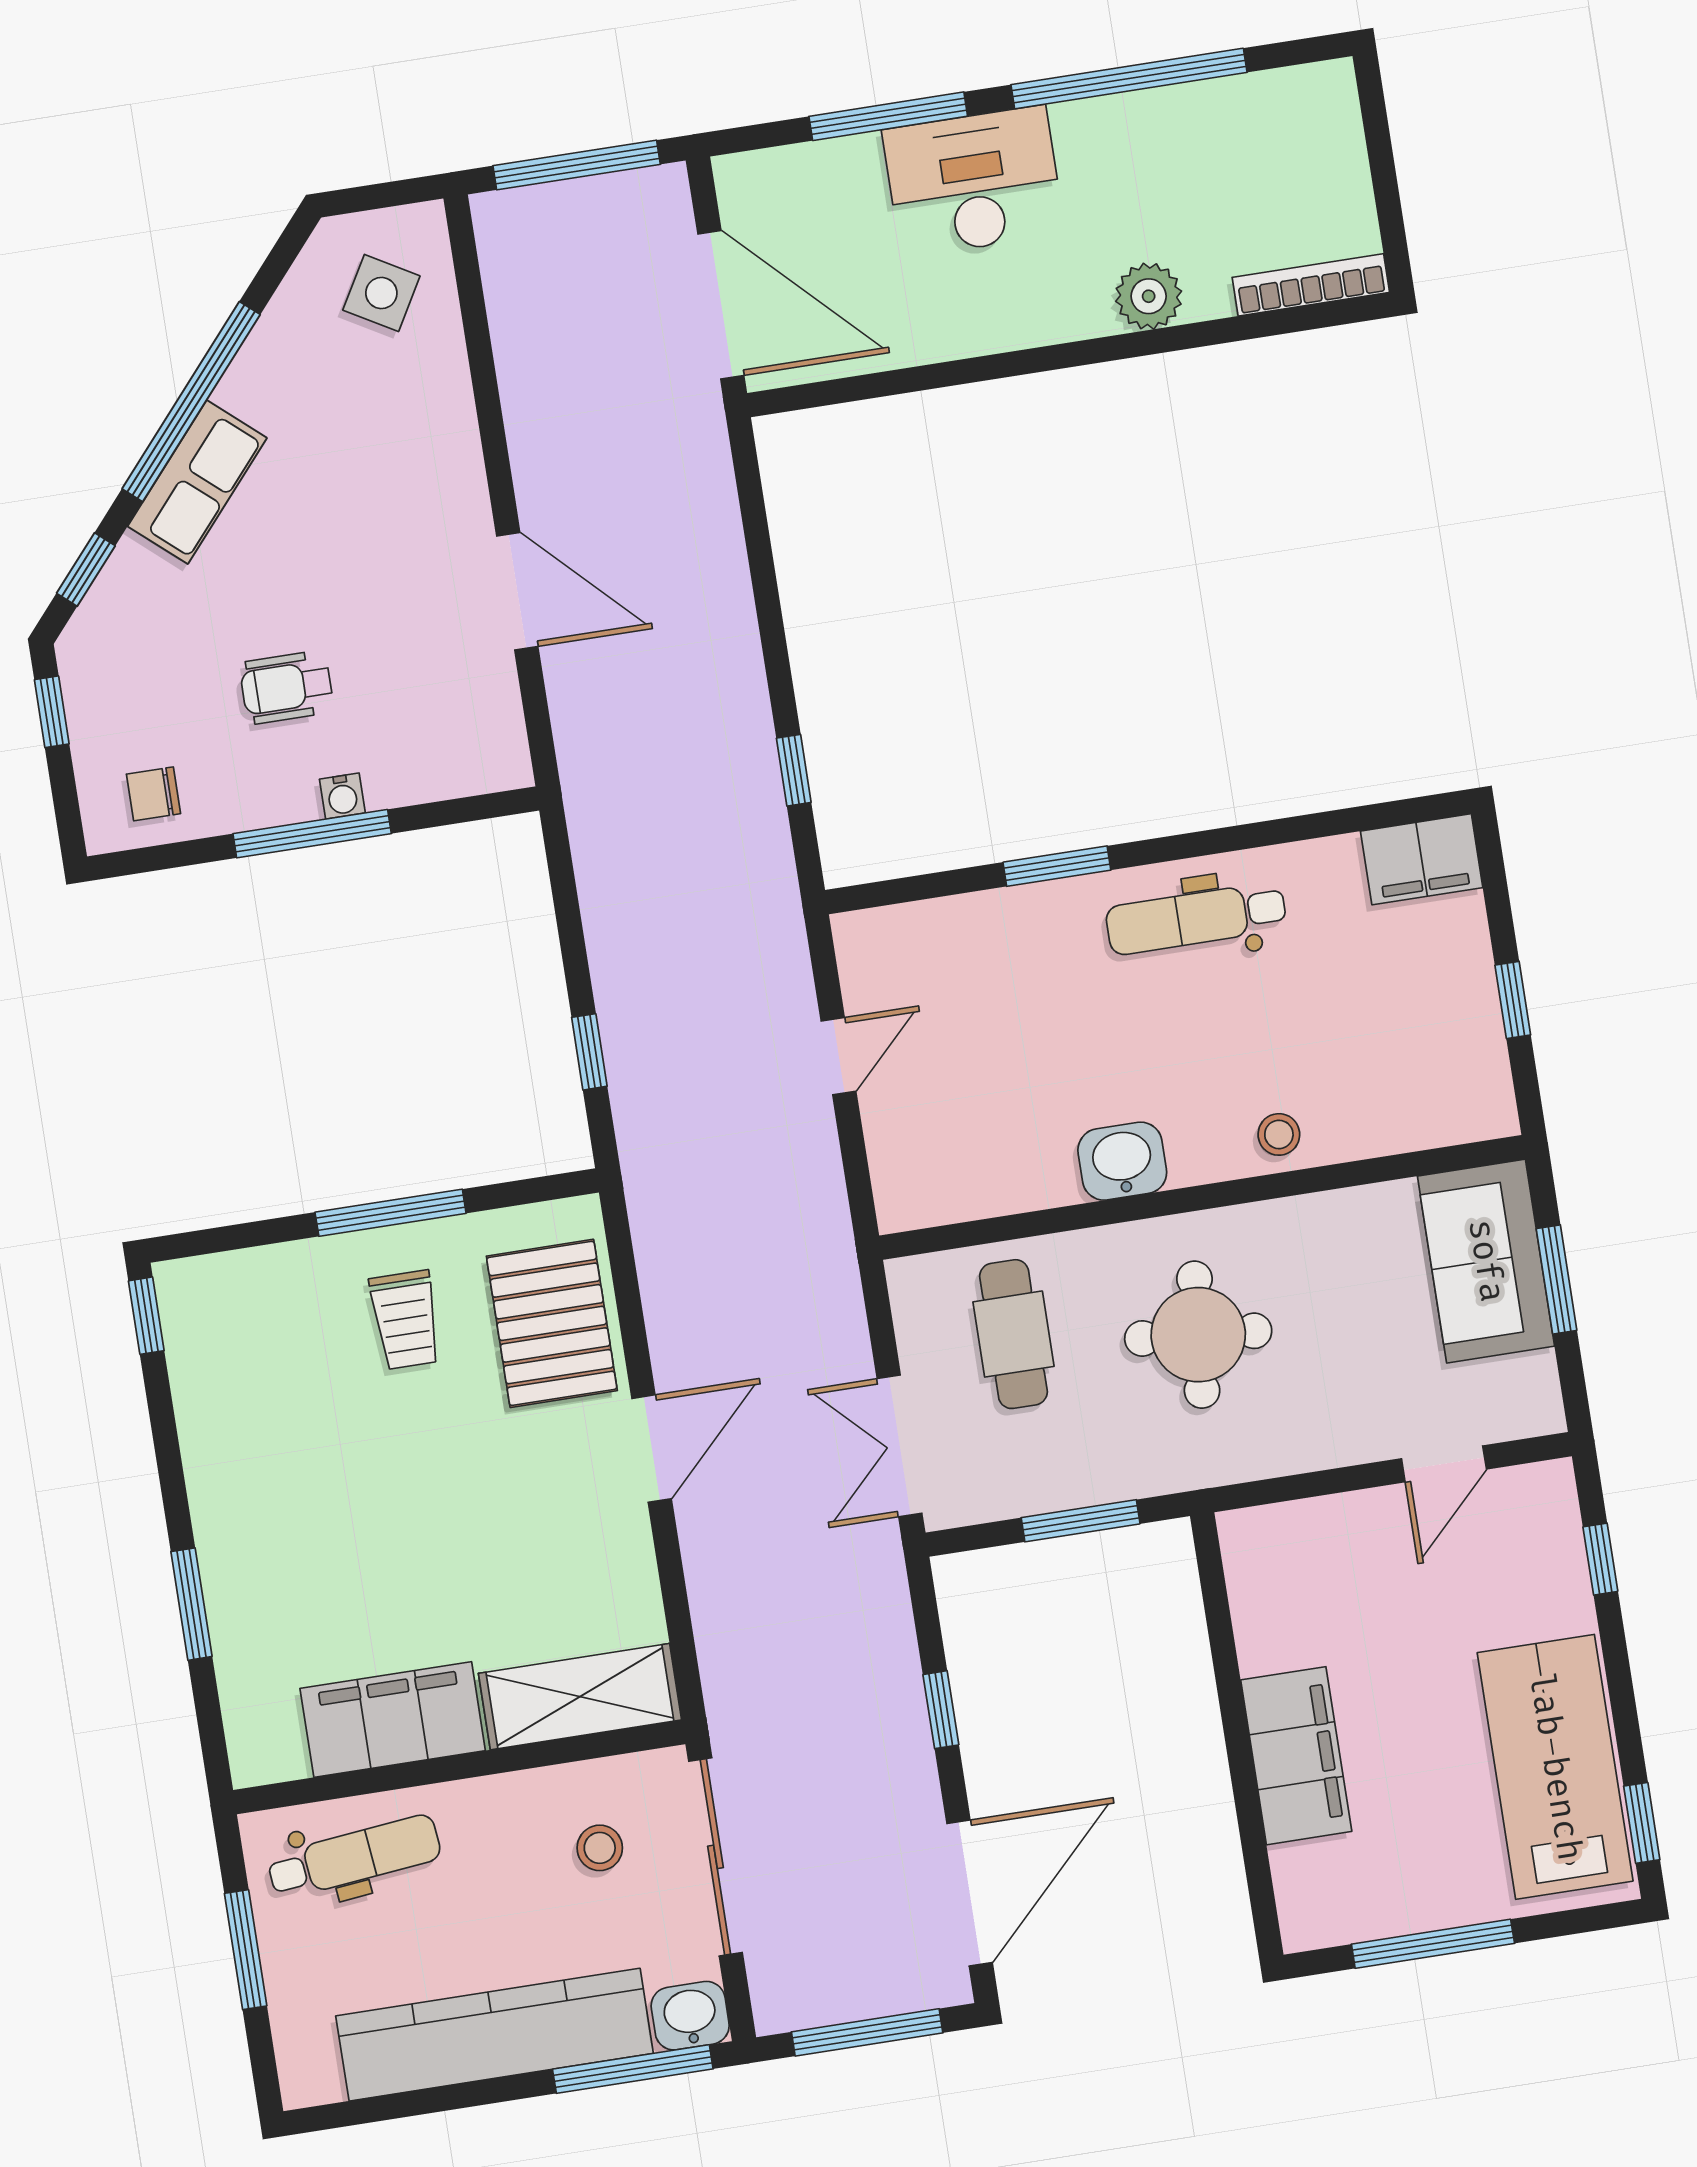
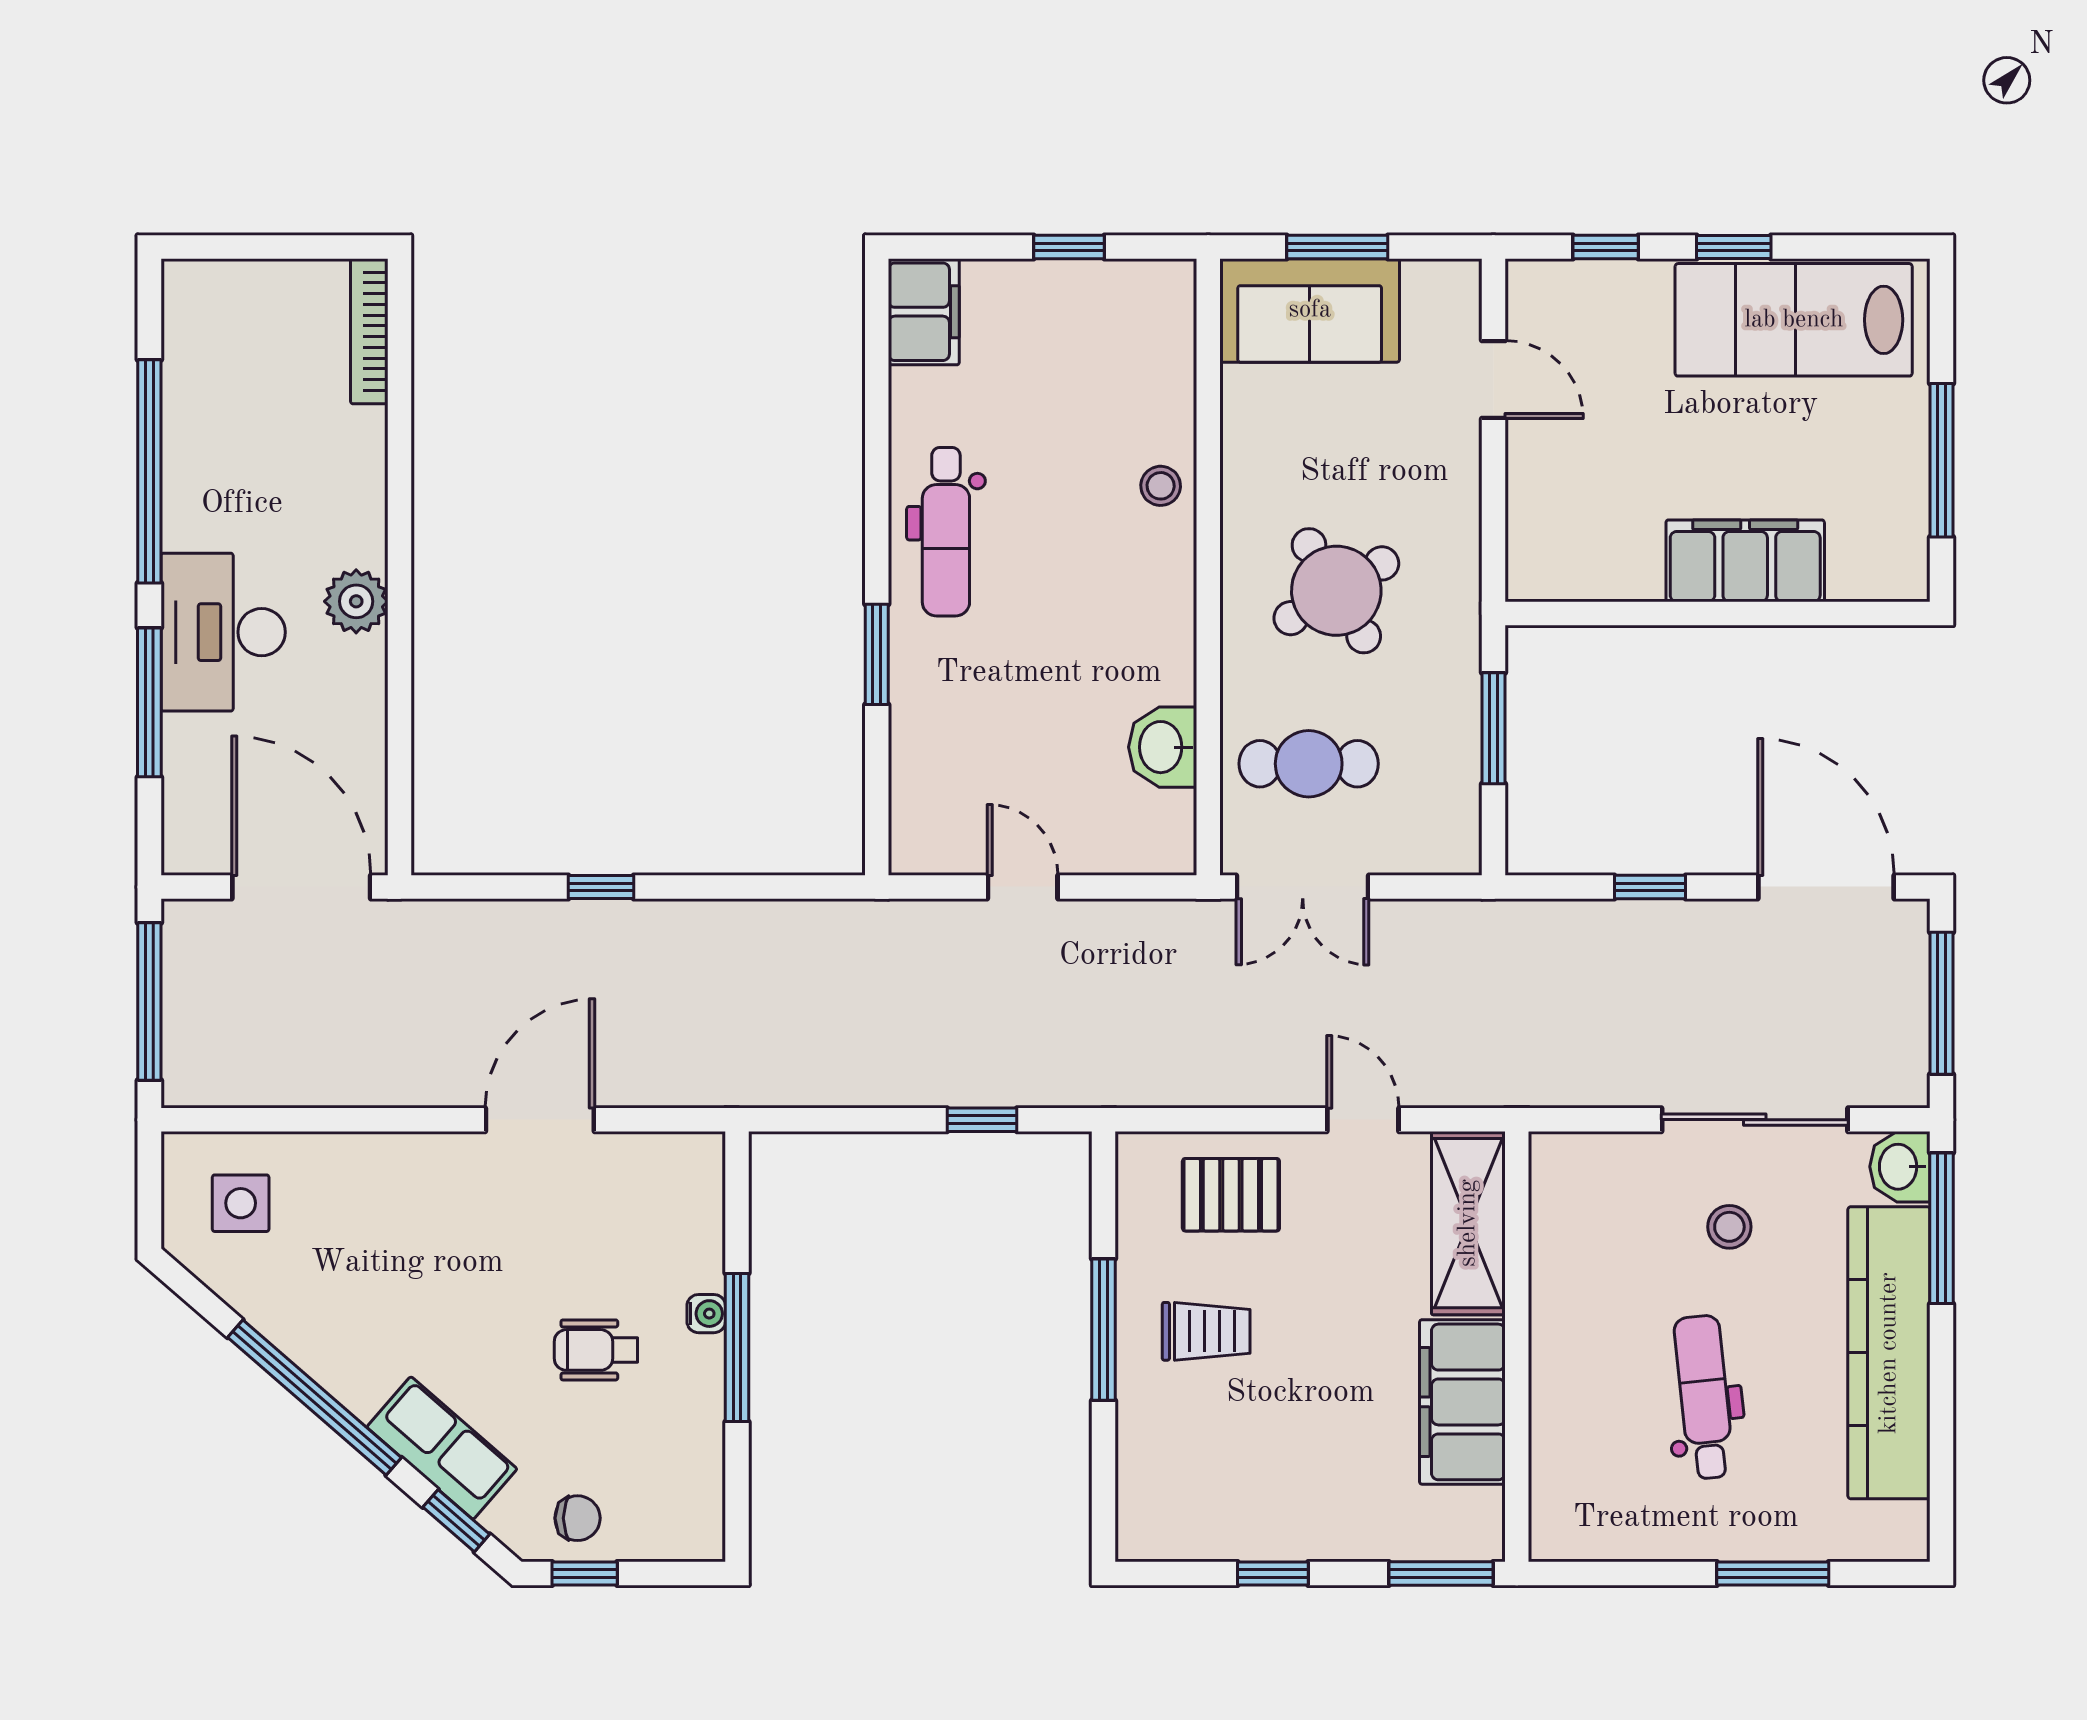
side table: (381, 293) -> (241, 1203), turned -30
plant: (1149, 296) -> (356, 601), moved
door: (721, 305) -> (301, 887), hinge flipped
row of seats: (197, 482) -> (442, 1448), moved
wheelchair: (286, 687) -> (596, 1350), turned 90
window: (794, 770) -> (601, 887), moved
chair: (153, 794) -> (578, 1518), moved, turned -90
washbasin: (1122, 1161) -> (1163, 747), moved
window: (146, 1316) -> (1273, 1573), moved
pallet: (552, 1323) -> (1231, 1195), width x0.67, depth x0.71
round table: (1198, 1335) -> (1336, 591), turned -36
double door: (900, 1446) -> (1303, 887), moved
door: (652, 1449) -> (1363, 1120), width x0.73
shelving: (580, 1697) -> (1468, 1223), moved
filing cabinet: (393, 1719) -> (1462, 1402), moved
wall: (459, 1767) -> (1517, 1347), moved
window: (1642, 1823) -> (1734, 247), moved
dental chair: (354, 1857) -> (1704, 1397), moved

